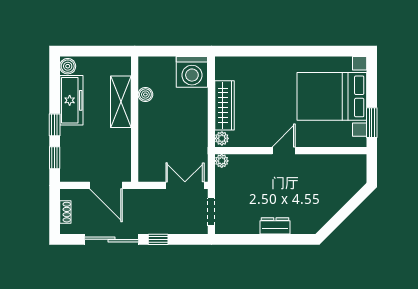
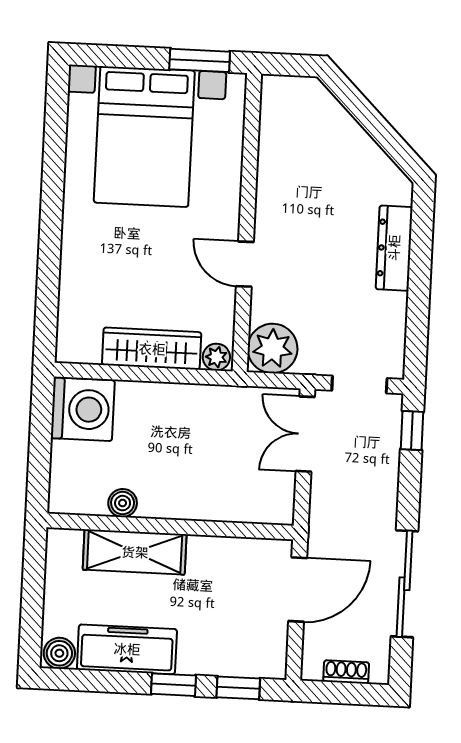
door: (284, 151) -> (245, 264), moved
plant: (222, 161) -> (272, 348), width x1.87, depth x1.87
dresser: (275, 226) -> (394, 248), width x1.44
window: (158, 239) -> (412, 431), moved

